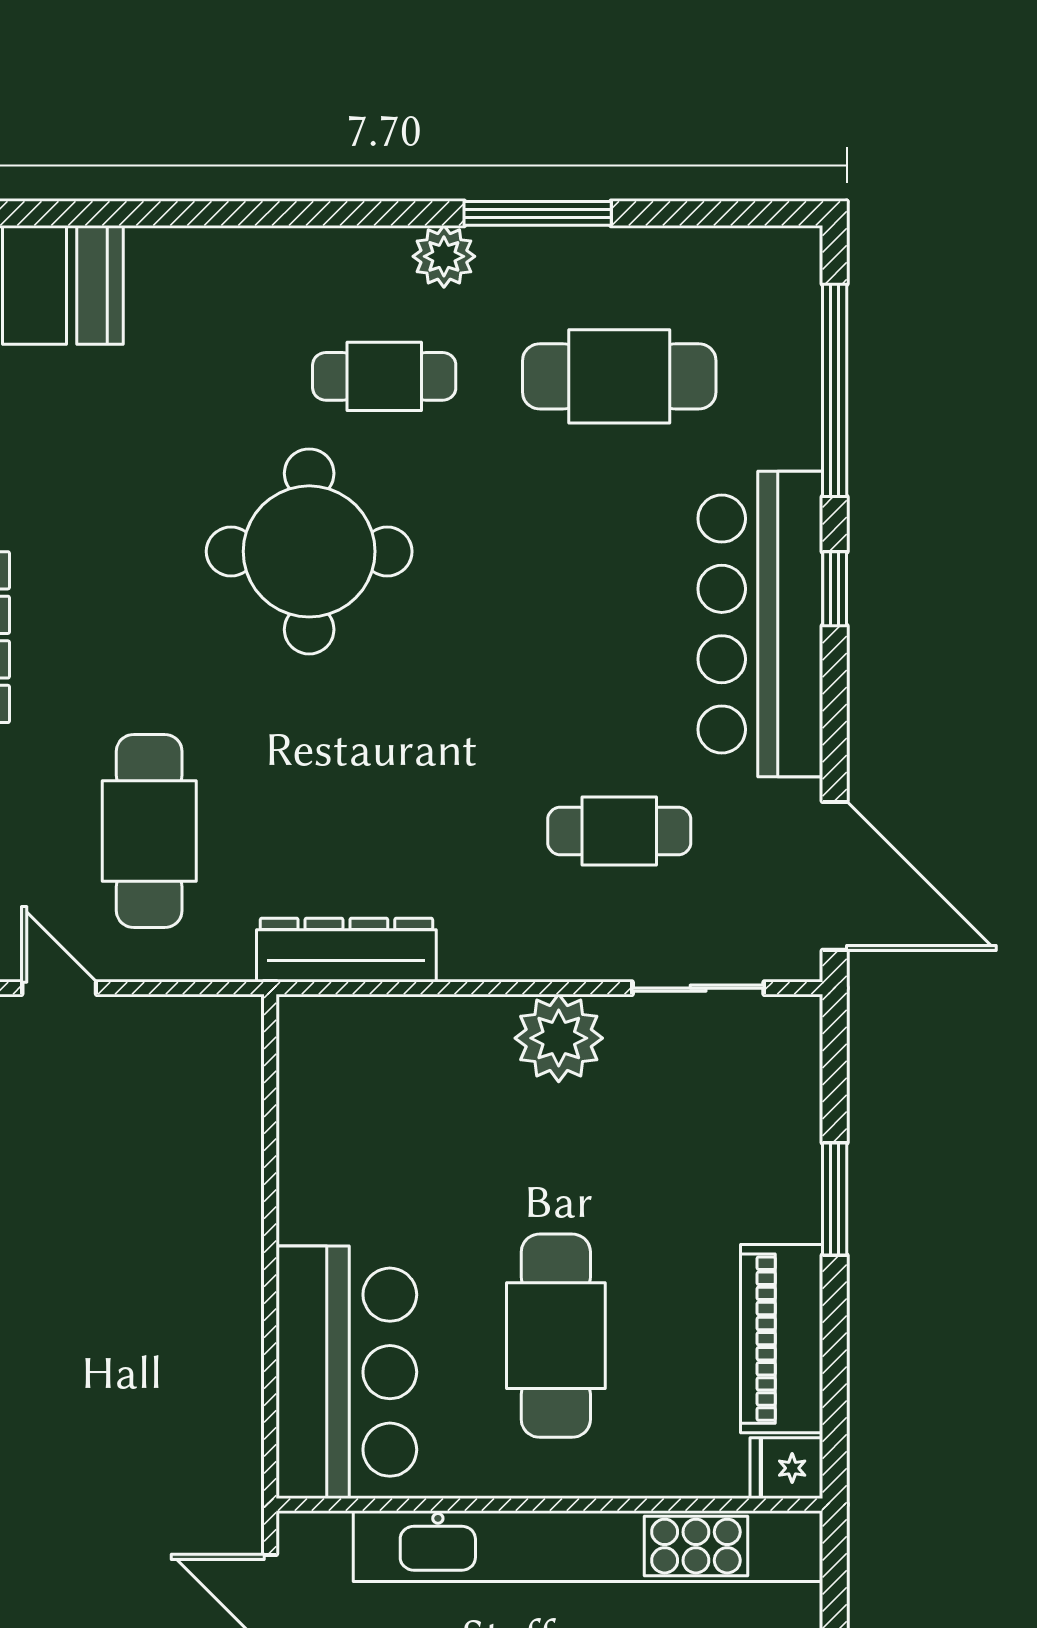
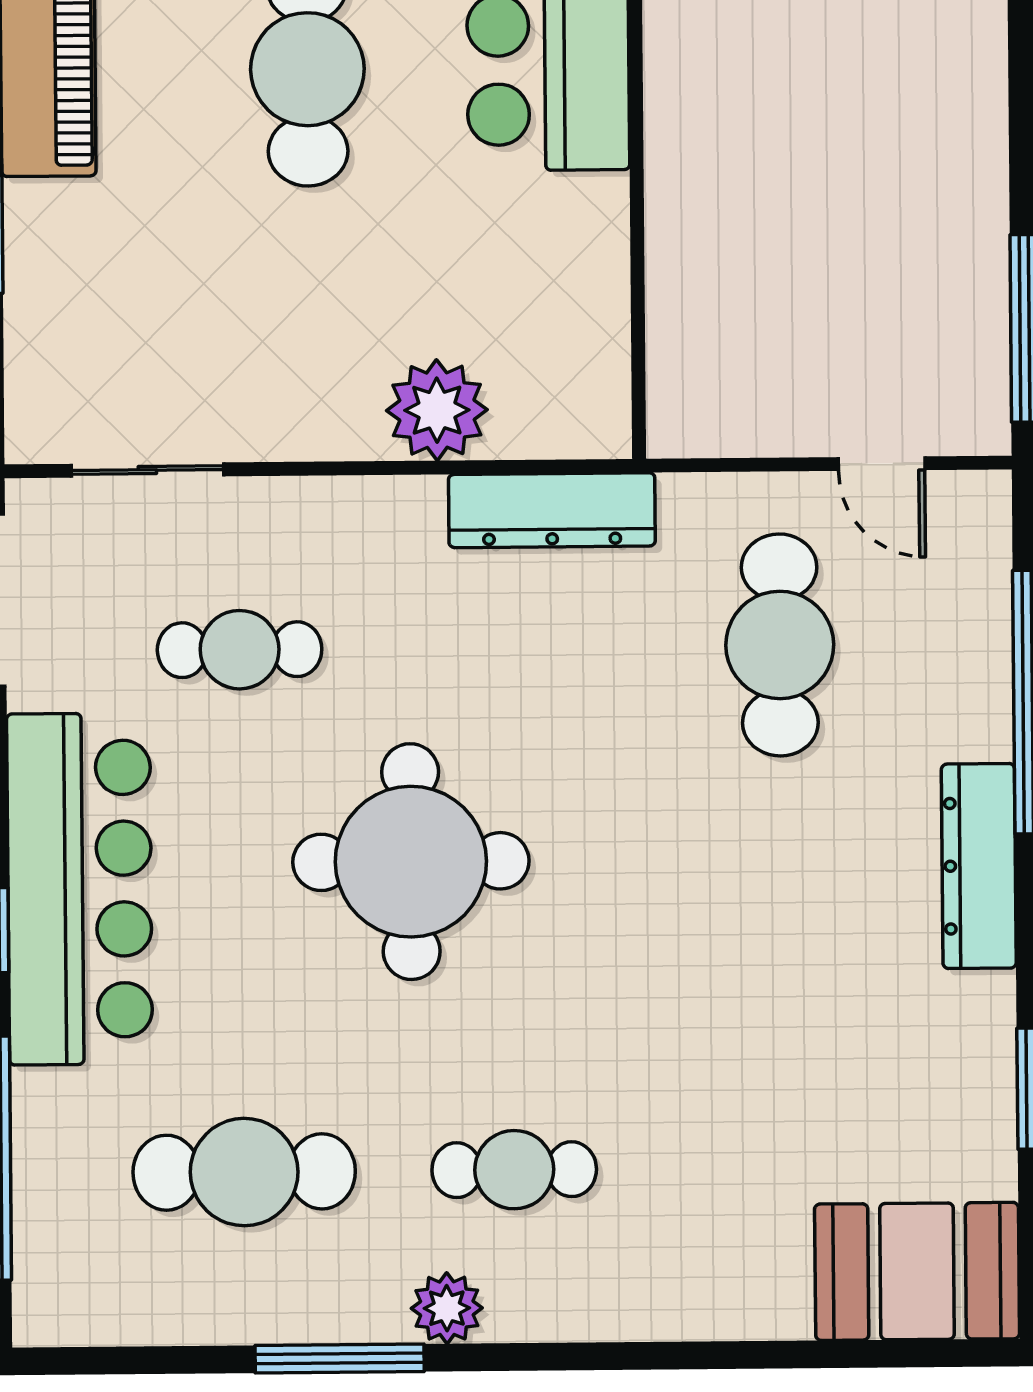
round table: (309, 551) -> (411, 862), moved
plant: (559, 1038) -> (437, 410), moved

